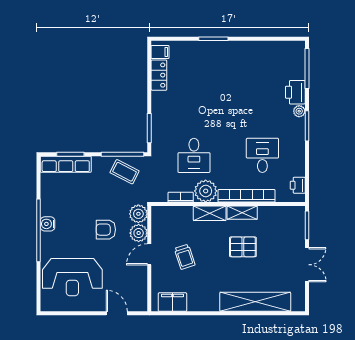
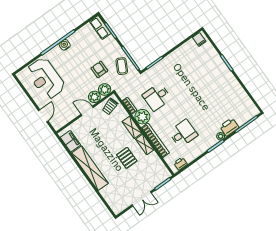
locker: (159, 75) -> (186, 48), removed
row of seats: (66, 164) -> (100, 27), width x0.68
armchair: (106, 230) -> (99, 69), moved
trolley: (185, 257) -> (110, 106), moved
shelving: (255, 302) -> (90, 168), moved

